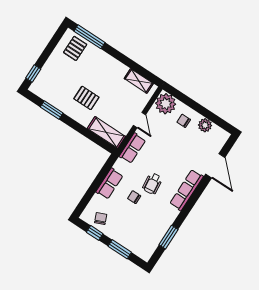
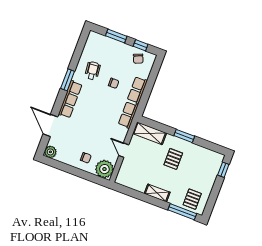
shelving: (139, 81) -> (157, 193), moved
pallet: (86, 98) -> (173, 159), turned 90
window: (52, 110) -> (184, 136), moved
plant: (205, 125) -> (50, 152), moved
row of seats: (132, 148) -> (128, 115), moved
wheelchair: (152, 184) -> (93, 71), moved
window: (169, 237) -> (68, 80), moved

